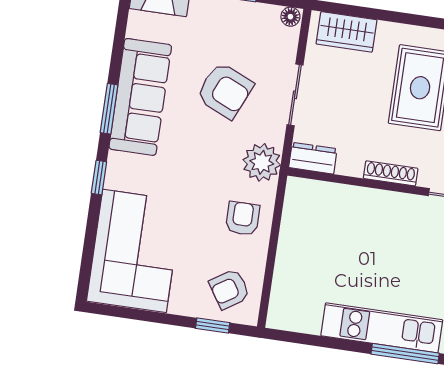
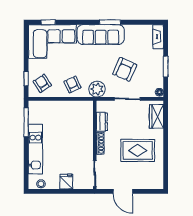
sofa: (140, 97) -> (101, 35), moved
dresser: (313, 158) -> (102, 122), moved
window: (99, 178) -> (48, 22), moved
armchair: (243, 219) -> (72, 85), turned -115
window: (405, 354) -> (26, 122), moved

